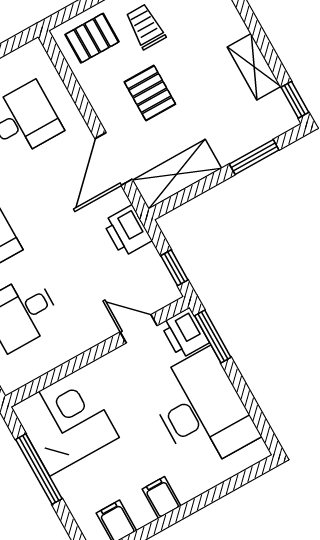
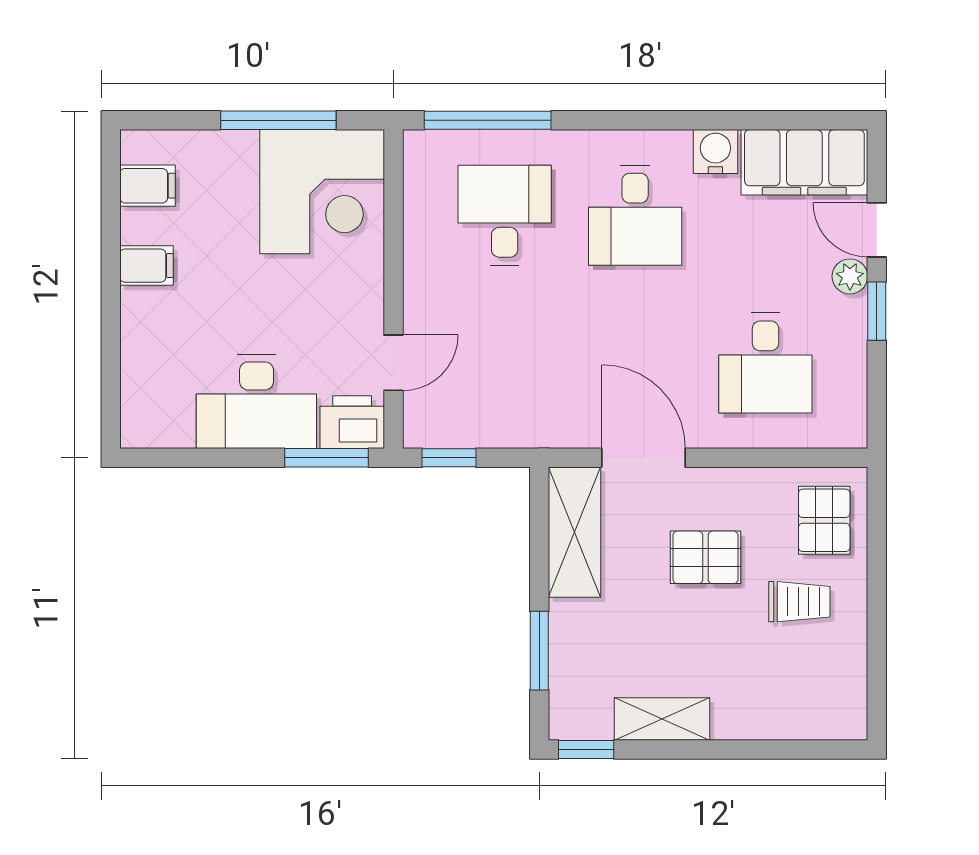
printer: (127, 231) -> (535, 422), removed
desk: (202, 410) -> (256, 401), width x0.73, depth x0.77

